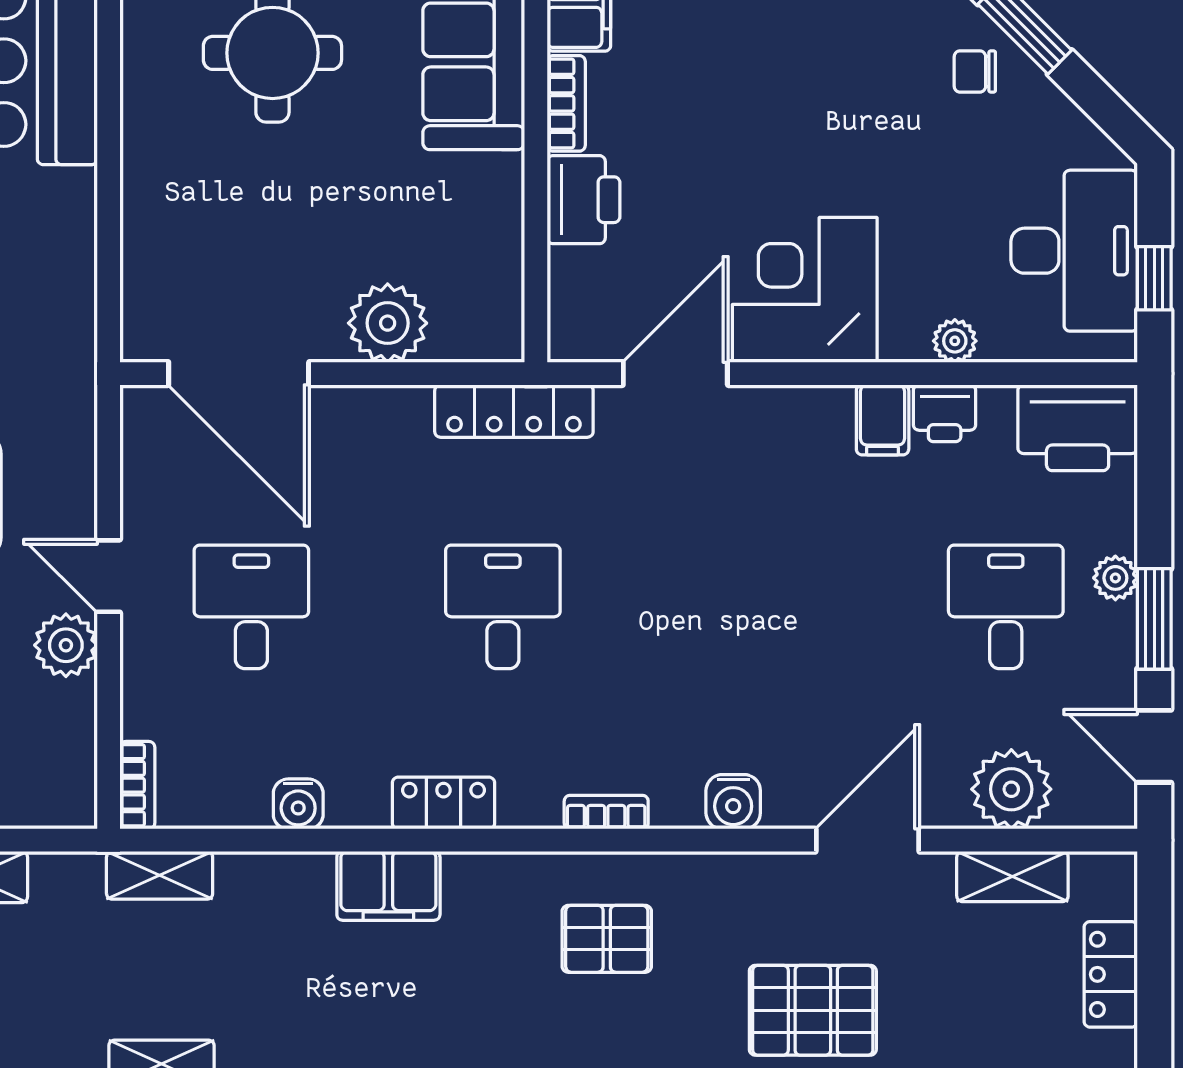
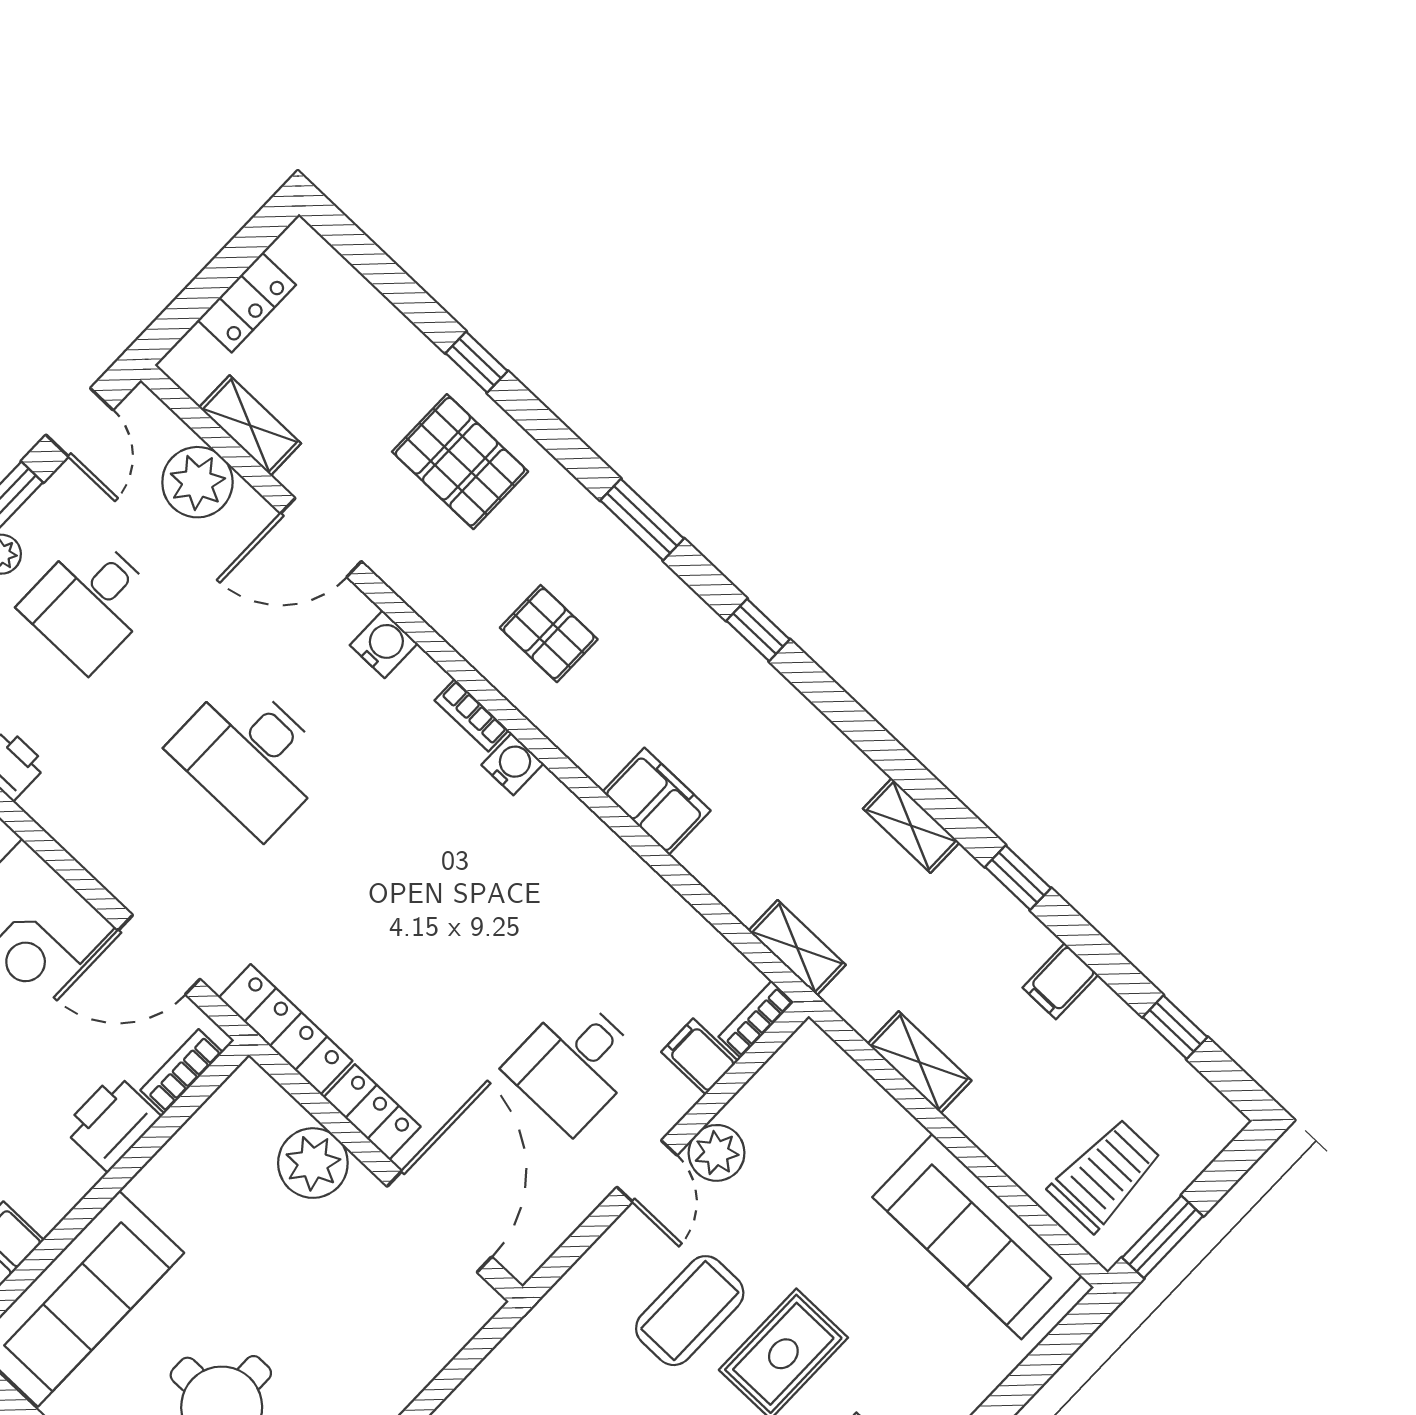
bookcase: (566, 103) -> (182, 1071), moved
filing cabinet: (883, 420) -> (699, 1056), moved, turned -90
desk: (503, 607) -> (251, 756), moved, width x1.37
locker: (443, 803) -> (372, 1112), moved, turned 180
water cooler: (298, 804) -> (513, 764), moved

